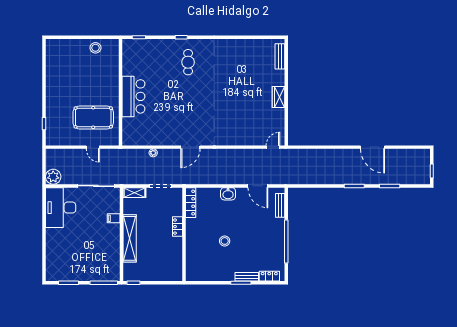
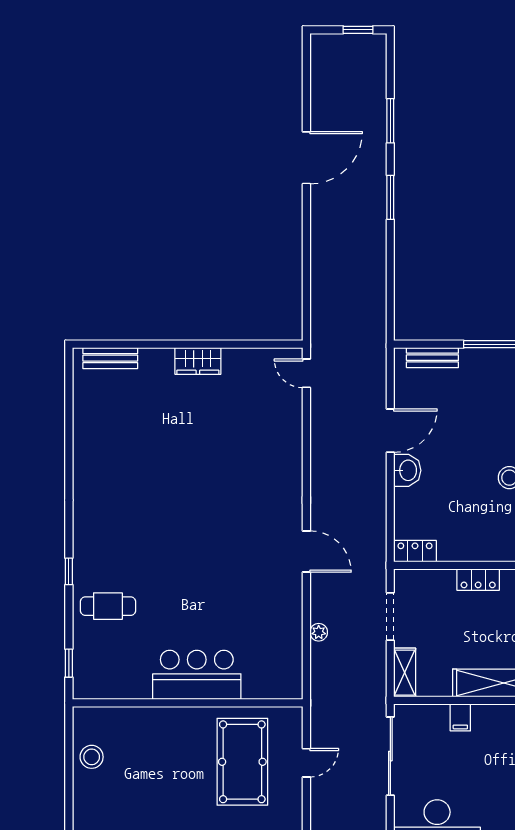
cafe table: (188, 62) -> (108, 606), moved
door: (258, 186) -> (390, 431), moved
locker: (191, 203) -> (415, 551), width x0.66

